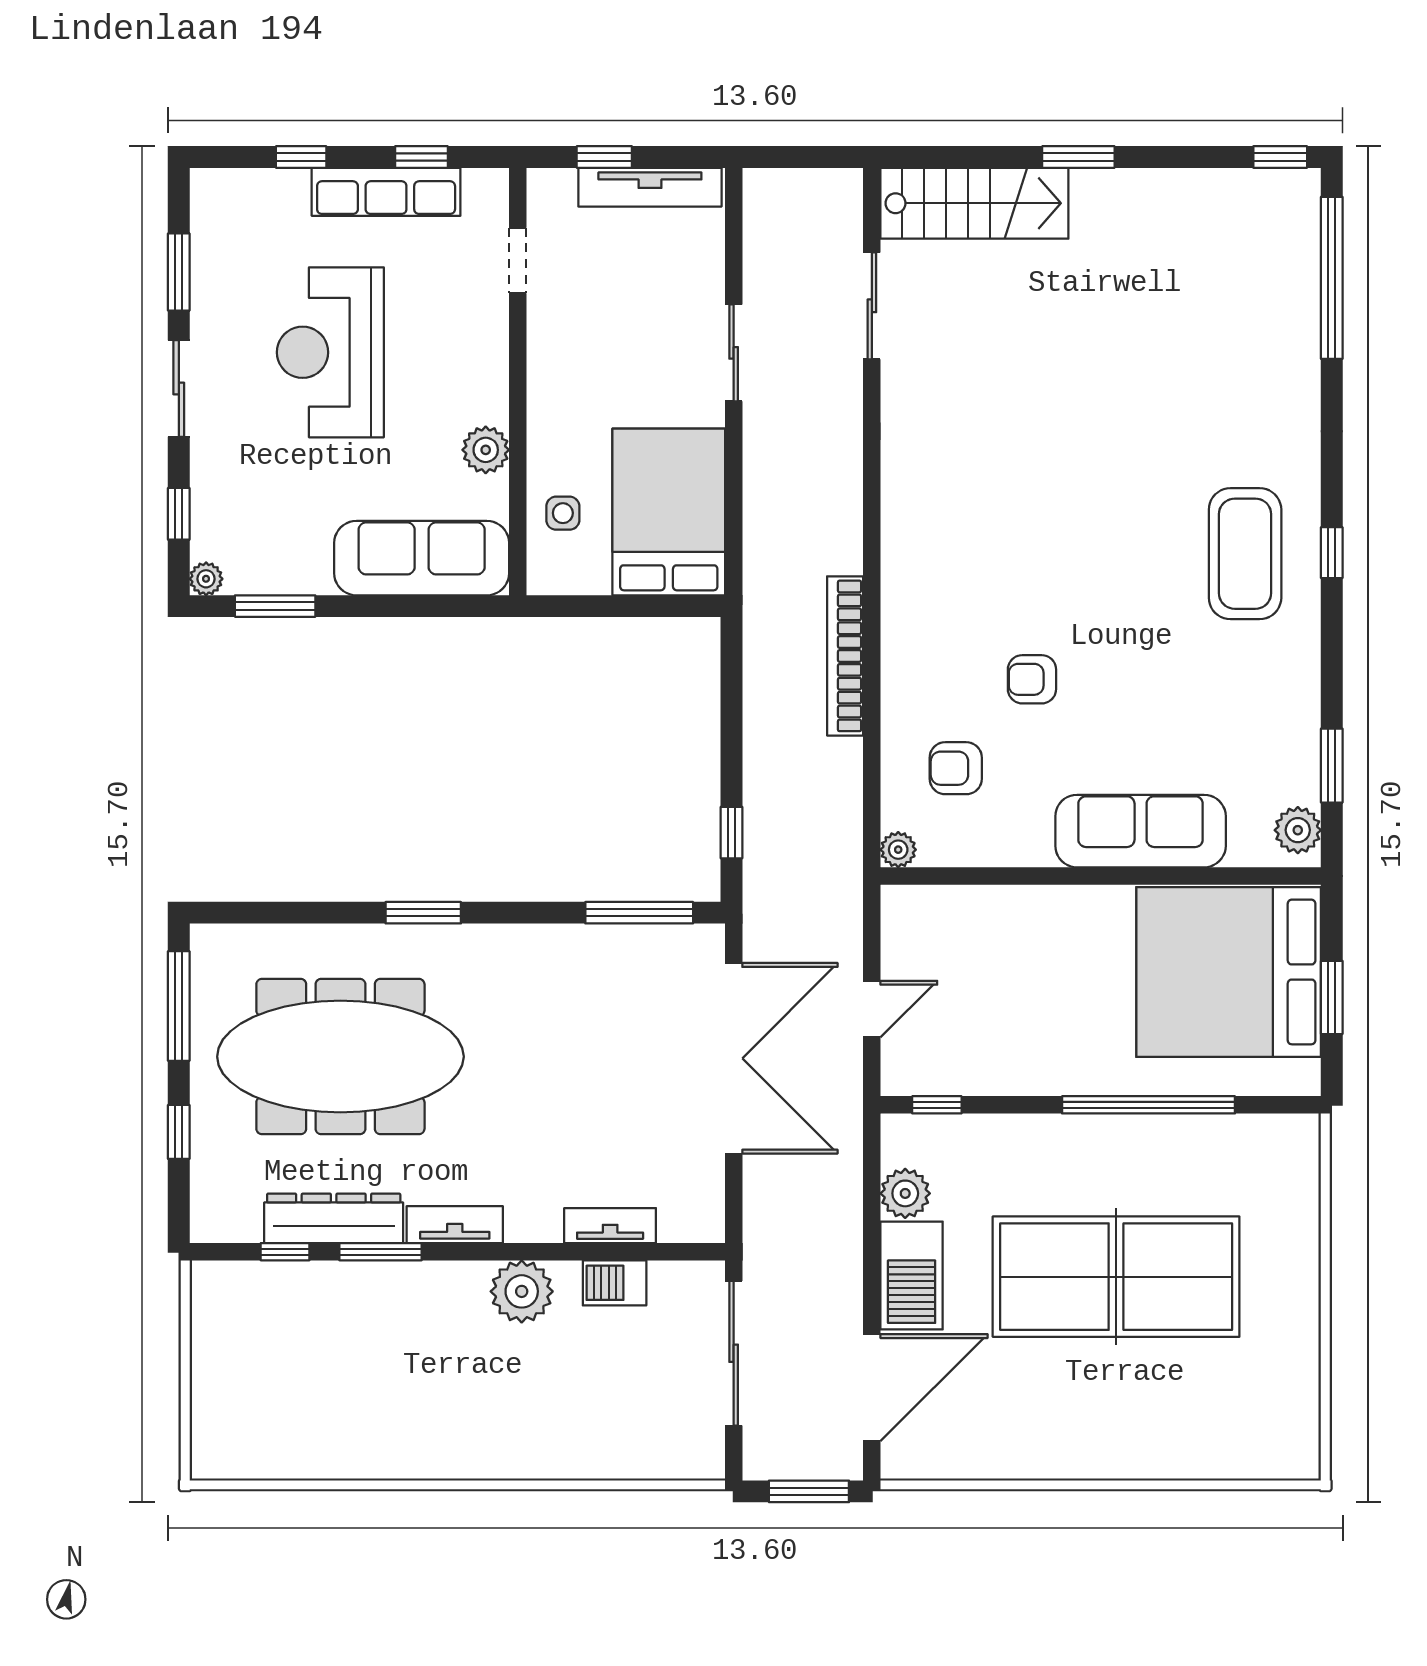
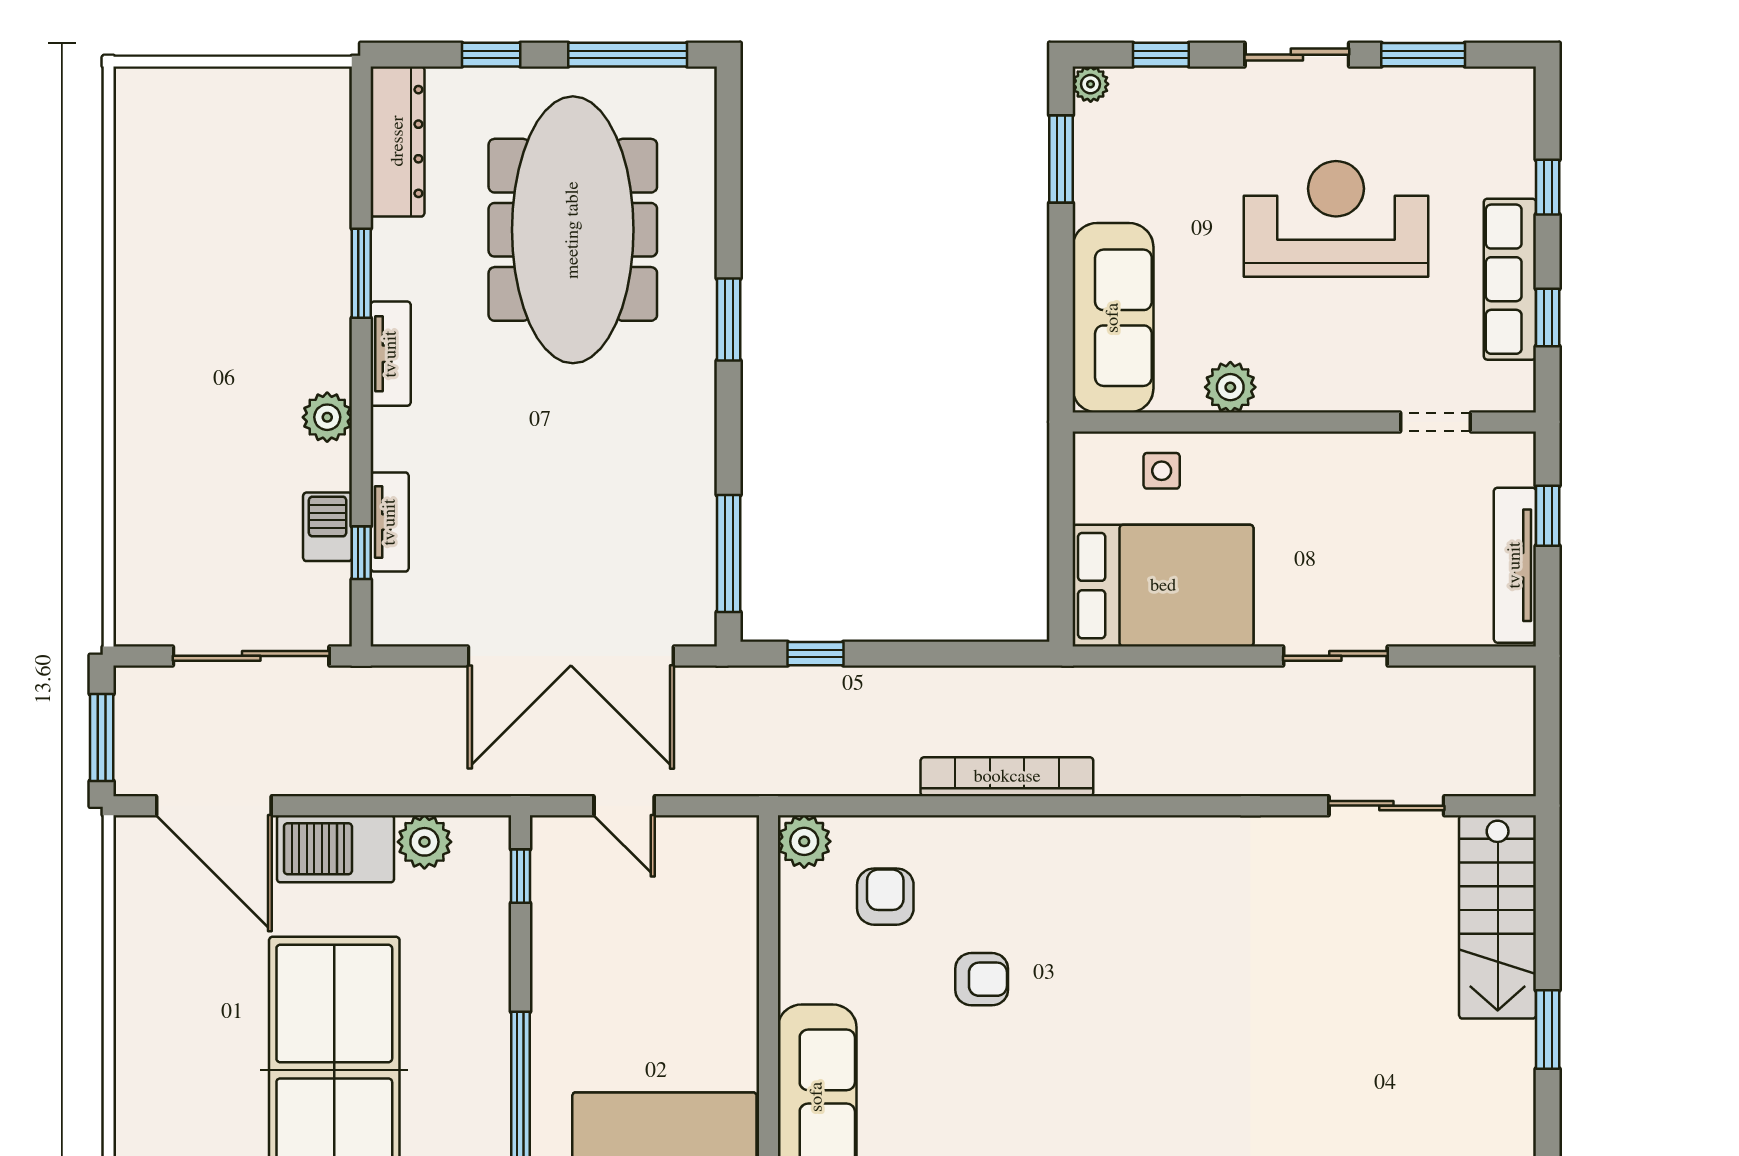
armchair: (1032, 679) -> (982, 979), turned 90
plant: (898, 850) -> (804, 841), width x1.38, depth x1.38
dresser: (334, 1218) -> (398, 141), moved
window: (285, 1252) -> (361, 553), moved
plant: (522, 1291) -> (327, 417), width x0.73, depth x0.73

